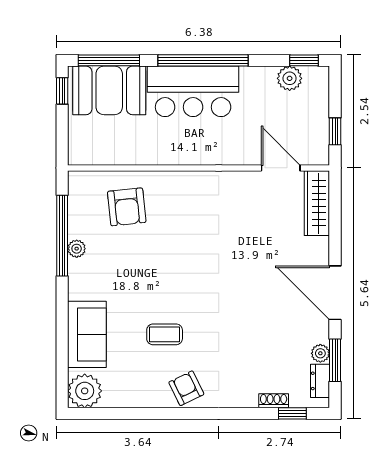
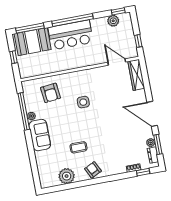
window: (62, 91) -> (14, 57), moved
side table: (193, 240) -> (83, 102), added
sofa: (87, 334) -> (40, 135), moved
plant: (85, 391) -> (67, 176), moved

